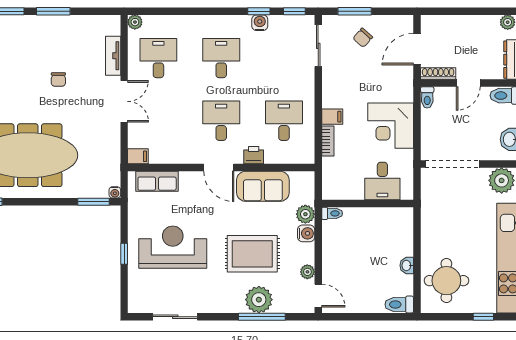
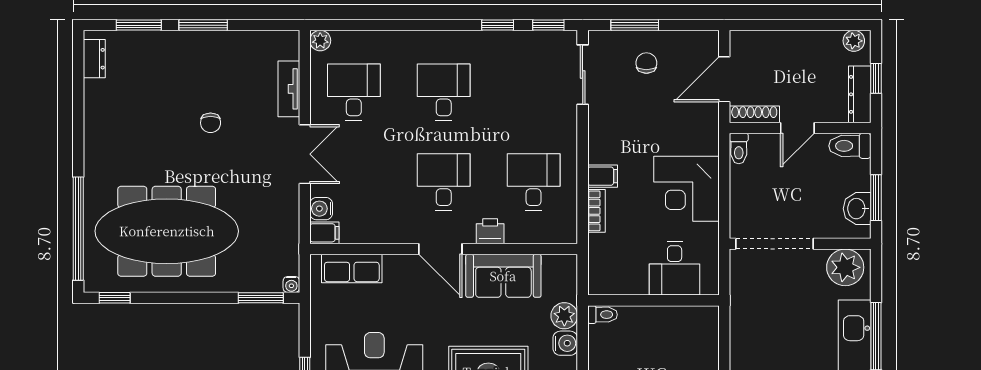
water cooler: (260, 23) -> (321, 209), moved, turned -90
chair: (363, 38) -> (646, 63), turned 138

